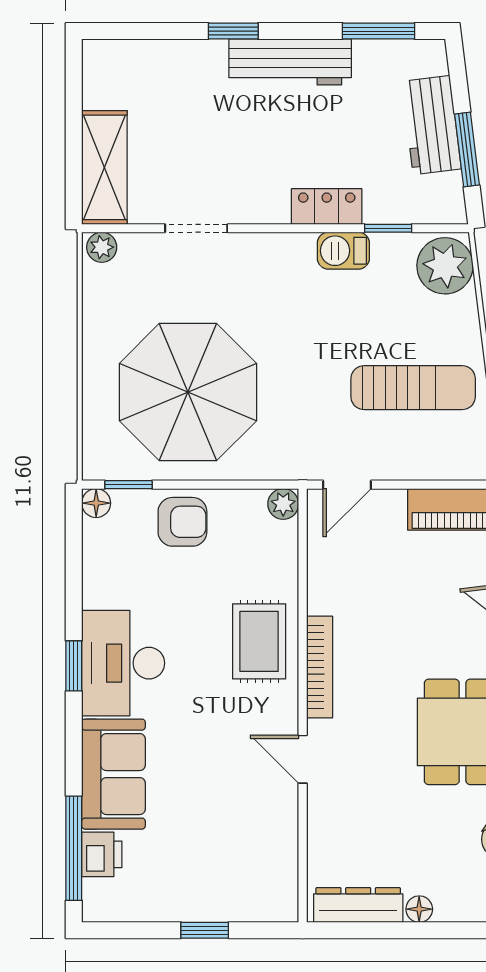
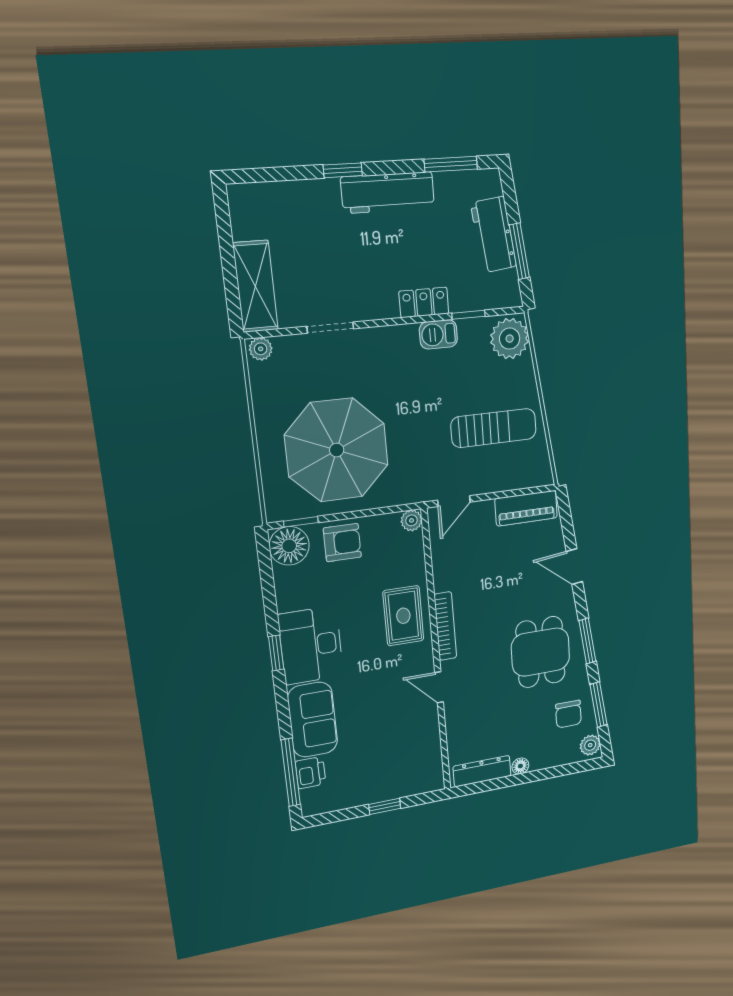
floor lamp: (96, 503) -> (289, 546), width x1.89, depth x1.89

